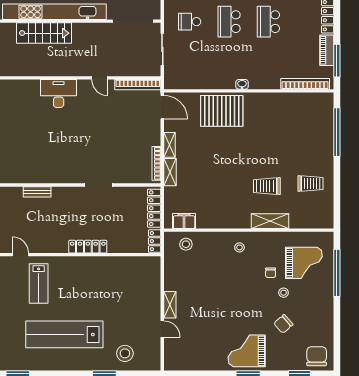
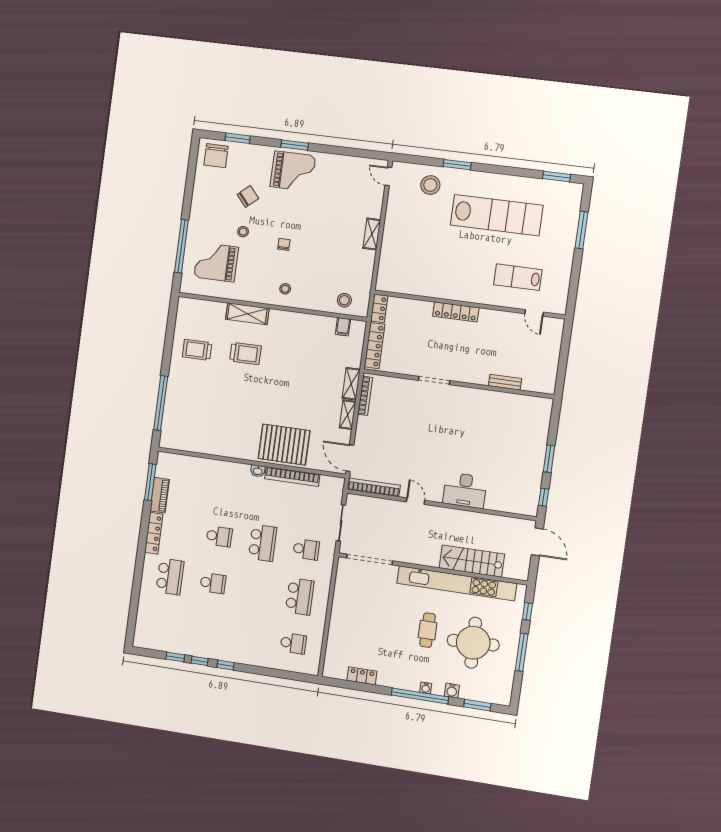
school desk: (268, 22) -> (219, 536), width x0.54
bookcase: (305, 84) -> (292, 477), moved
filing cabinet: (184, 221) -> (343, 327), width x0.50
chair: (271, 273) -> (284, 244), moved
lab bench: (39, 284) -> (518, 277), turned -90
door: (162, 329) -> (388, 176), moved

